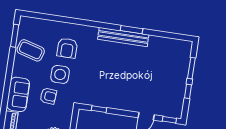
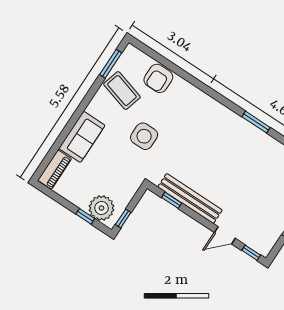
bench: (123, 37) -> (190, 199), moved
armchair: (67, 48) -> (158, 78), moved
armchair: (48, 96) -> (118, 156), removed

